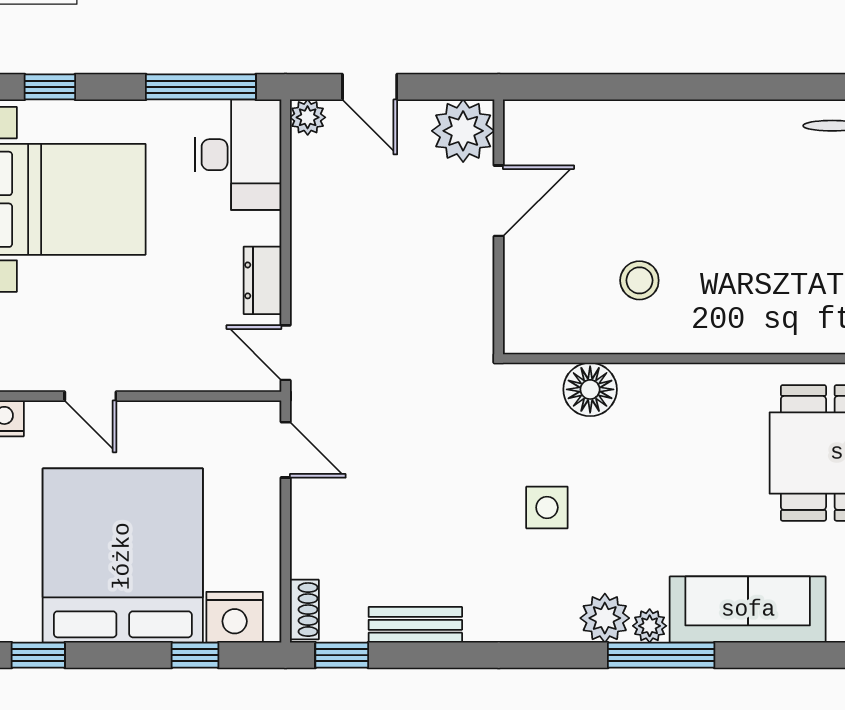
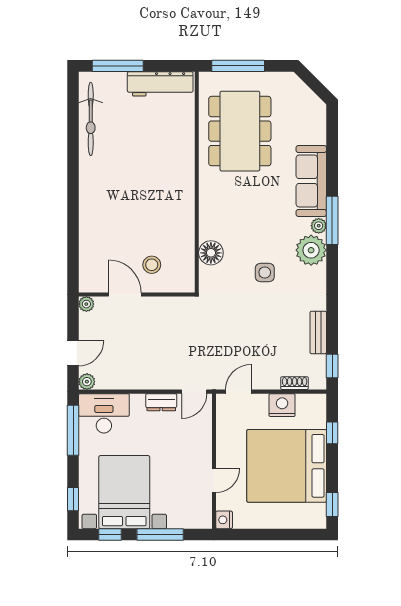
plant: (463, 131) -> (86, 304), width x0.53, depth x0.53
stool: (639, 280) -> (152, 265), moved
shoe rack: (304, 610) -> (295, 383), moved
nightstand: (235, 617) -> (282, 405), moved, turned -90
plant: (605, 618) -> (311, 250), width x1.36, depth x1.36

